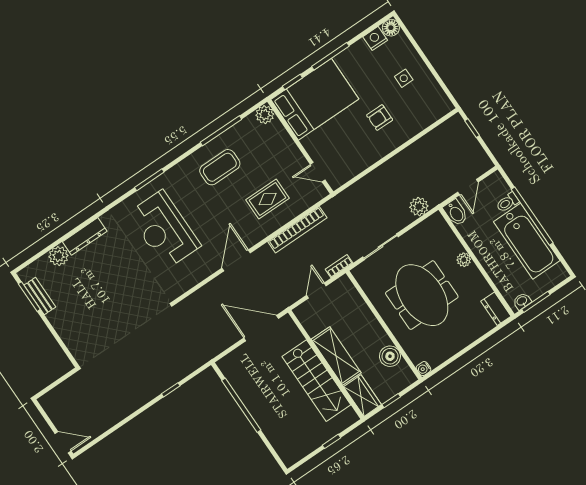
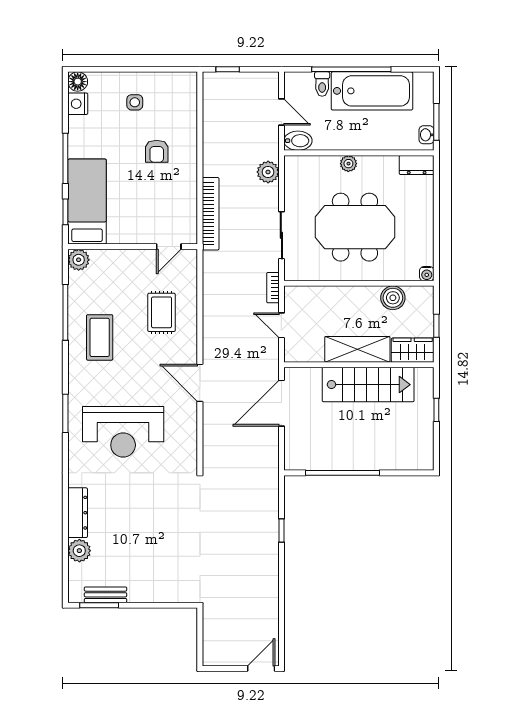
bed: (315, 99) -> (87, 202), width x0.67
bookcase: (297, 230) -> (211, 214), moved

